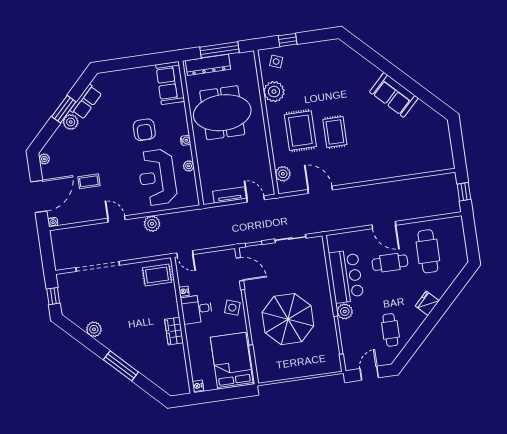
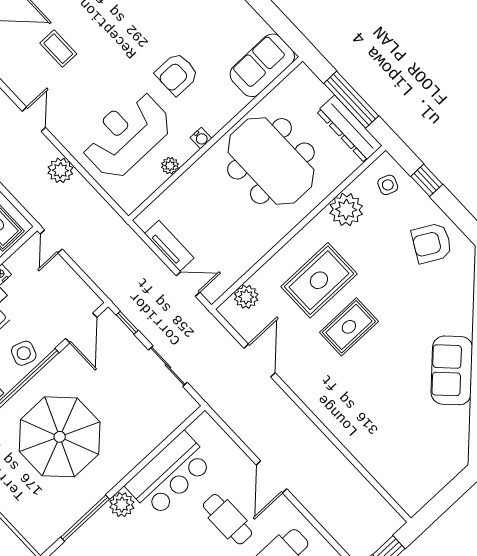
armchair: (322, 60) -> (432, 243), added
dresser: (208, 65) -> (349, 129), moved
door: (256, 199) -> (188, 284), hinge flipped

